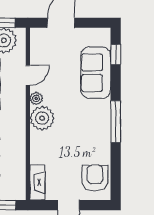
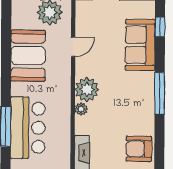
plant: (36, 98) -> (81, 109), moved
armchair: (95, 178) -> (139, 149), turned -90

